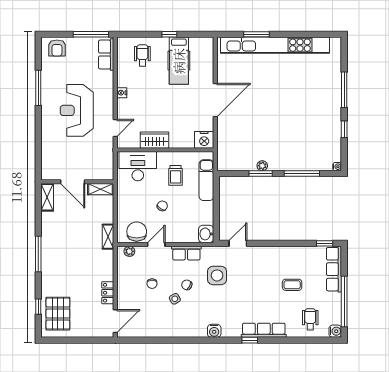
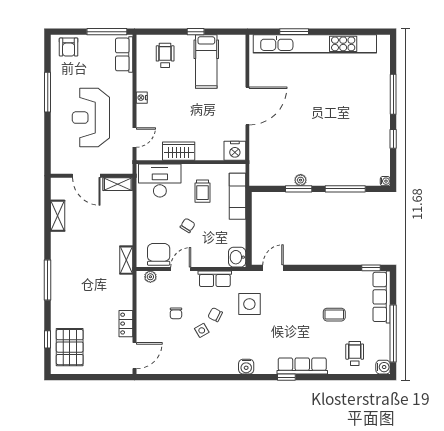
door: (73, 182) -> (86, 176), moved
wall: (77, 182) -> (92, 176), moved
shelving: (100, 189) -> (118, 184), moved

